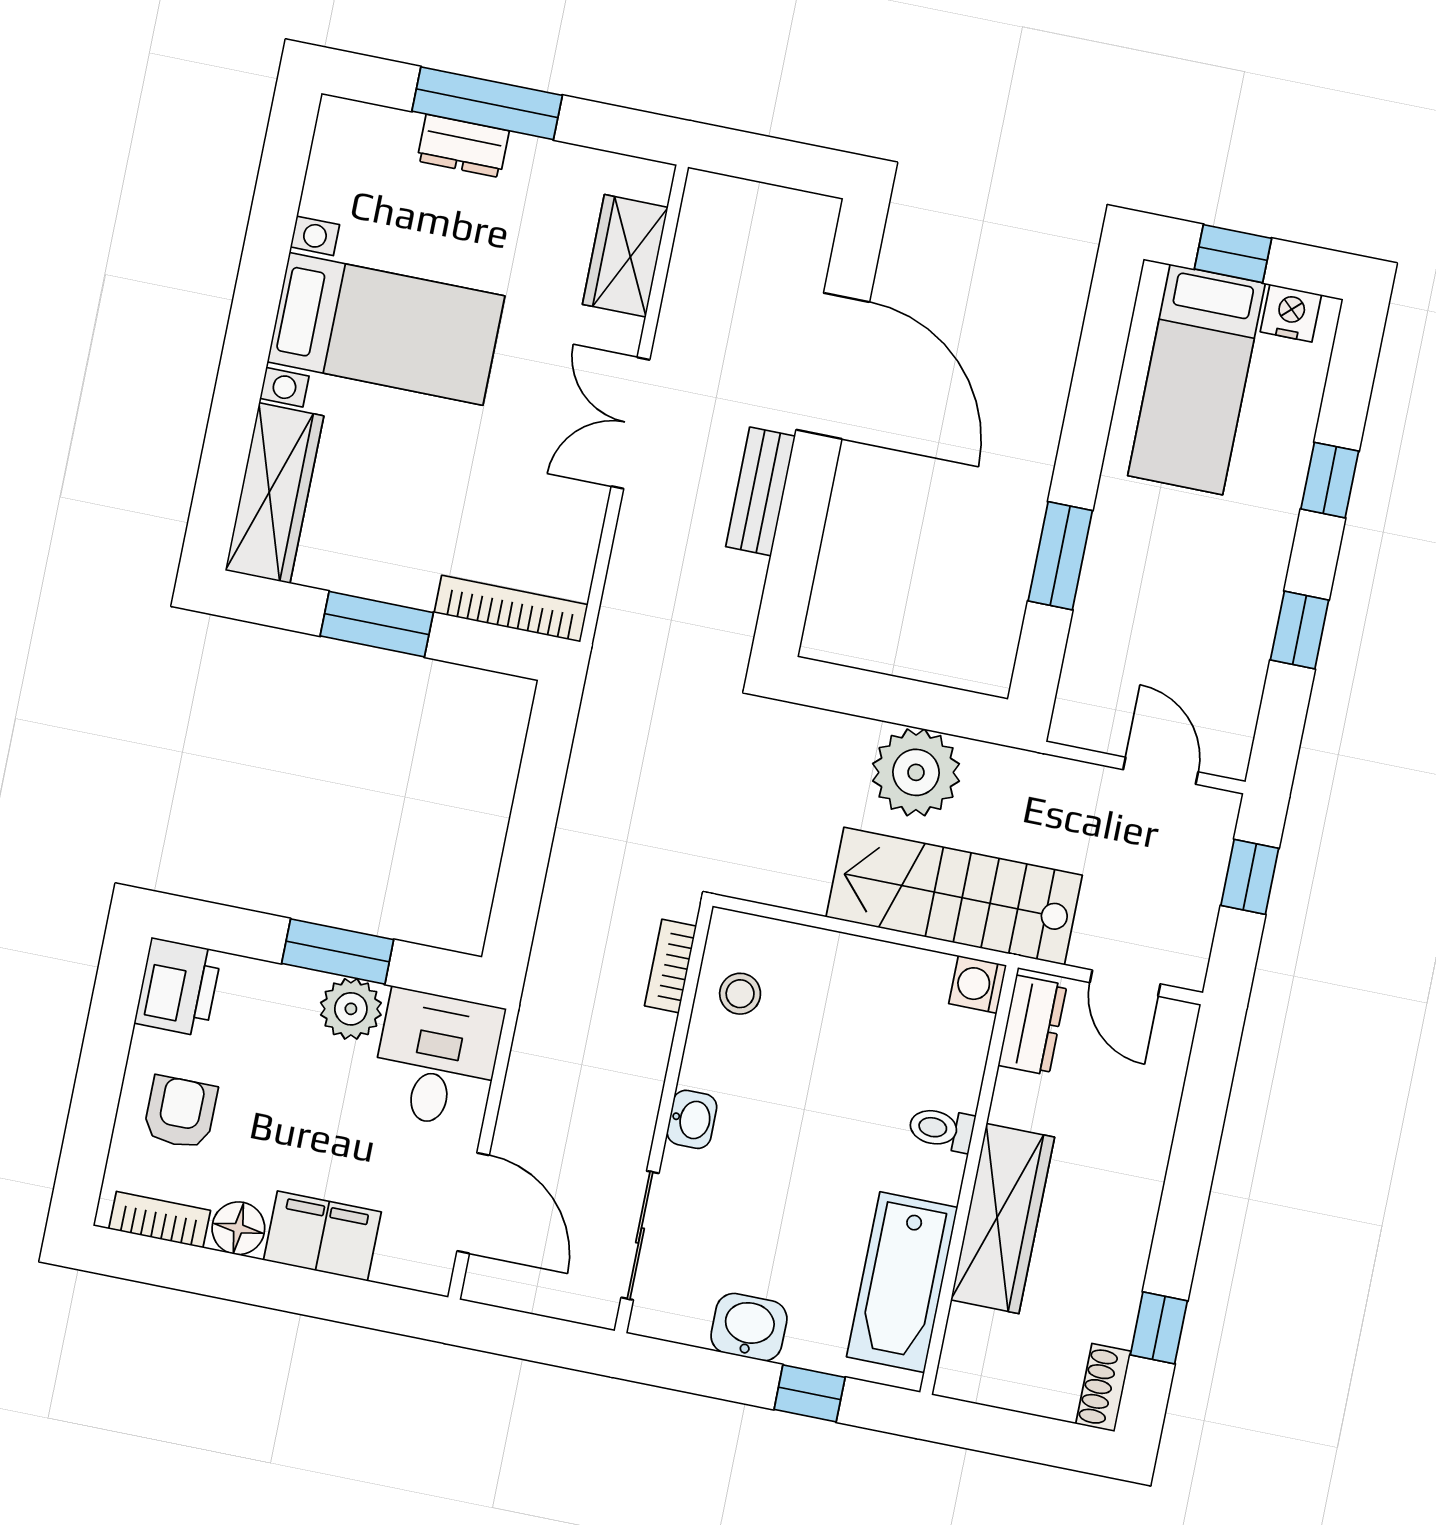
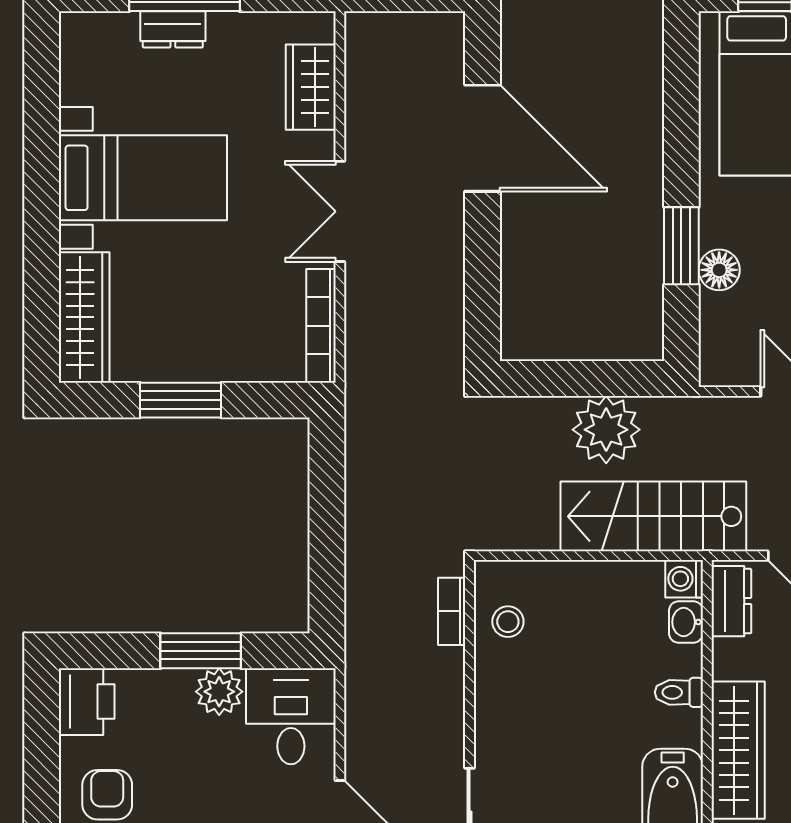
bench: (760, 491) -> (447, 243), removed
floor lamp: (1103, 597) -> (719, 270), added
bookcase: (511, 609) -> (321, 326), moved, turned -90
washbasin: (692, 1119) -> (686, 622), moved, turned 180

